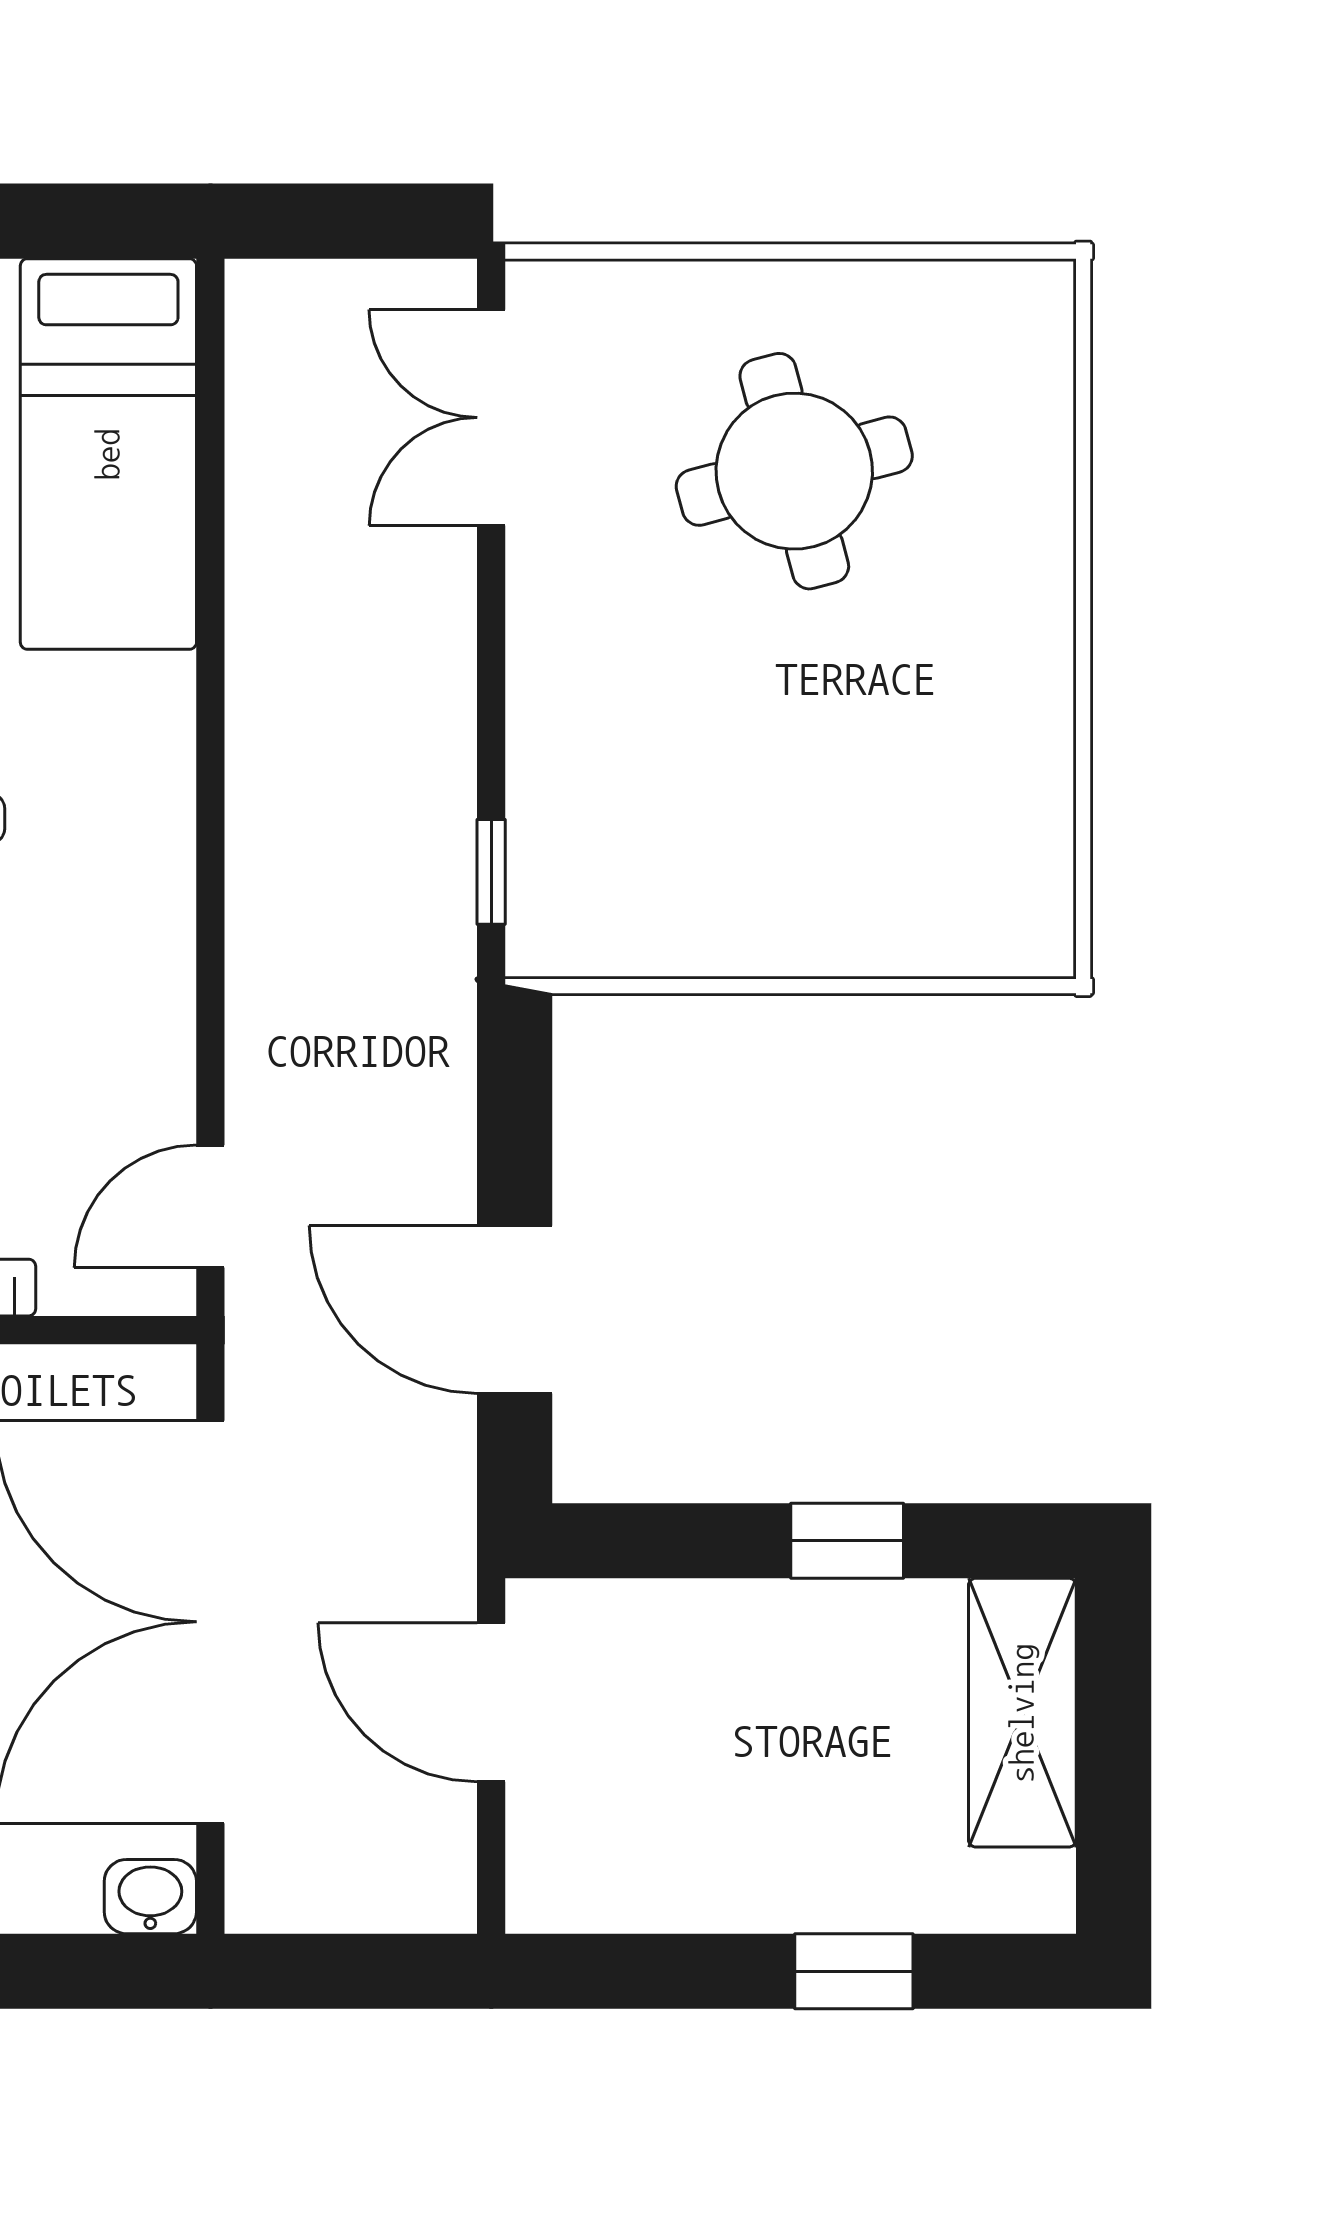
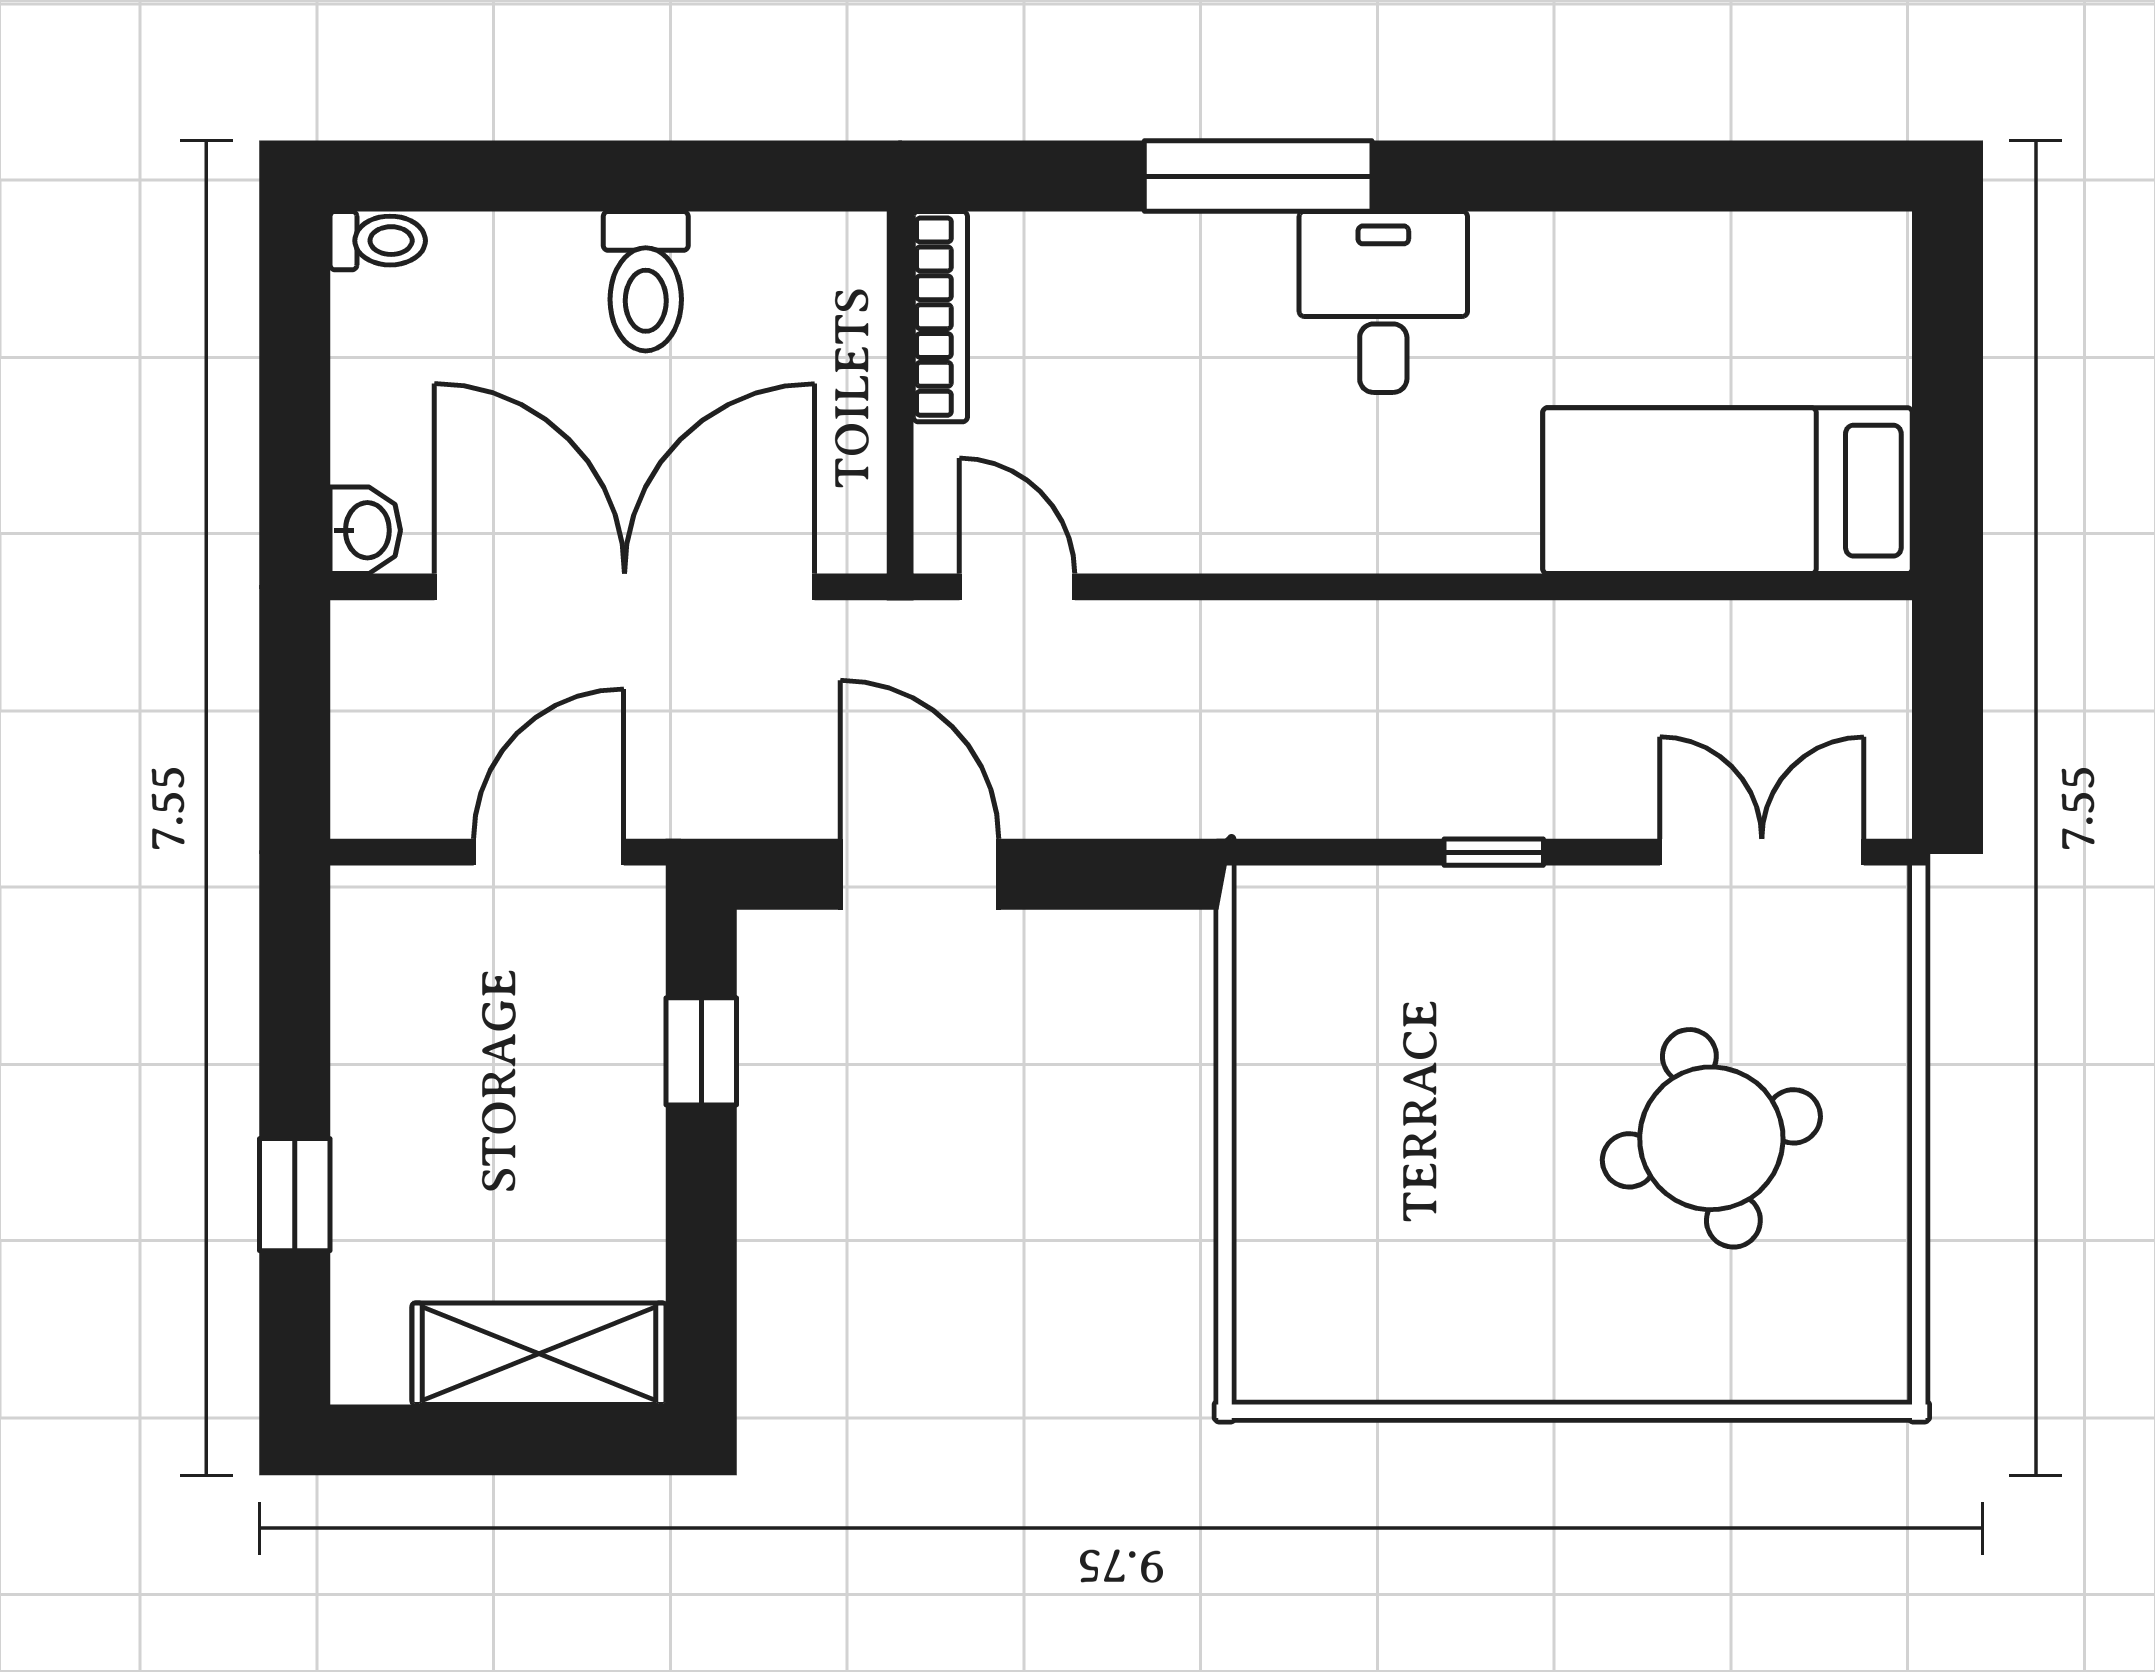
window: (491, 872) -> (1494, 852), moved
door: (515, 1310) -> (920, 874), hinge flipped
window: (847, 1541) -> (701, 1051), moved

